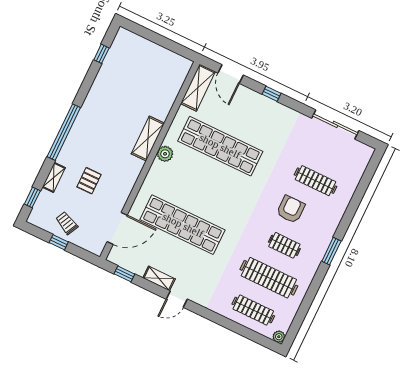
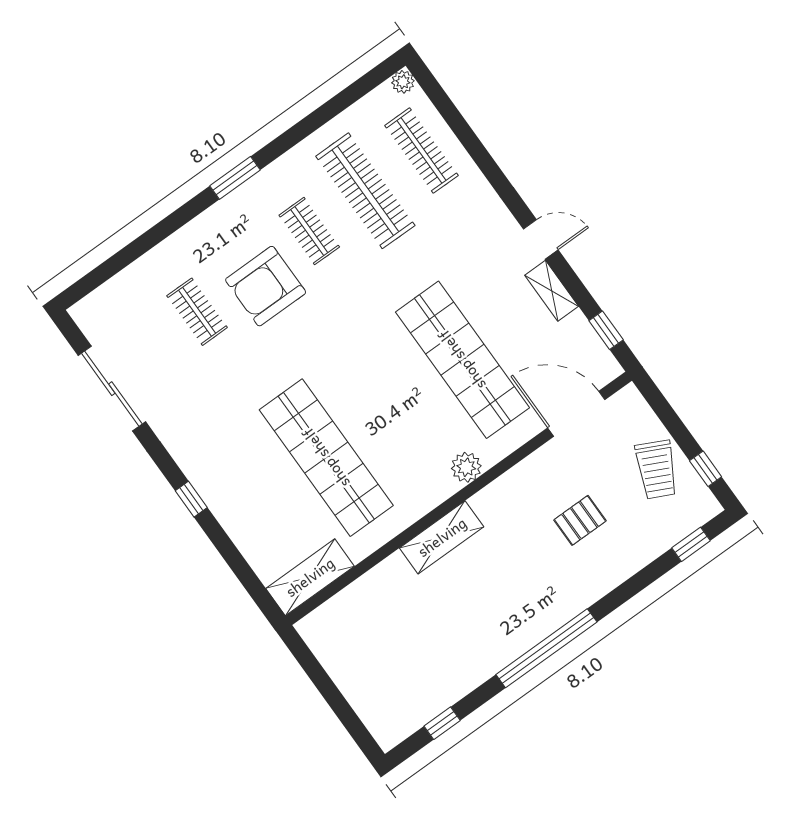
door: (231, 74) -> (242, 570), removed
window: (64, 132) -> (546, 648), moved
plant: (165, 154) -> (466, 467), moved
shelving: (54, 177) -> (637, 558), removed
clothes rail: (316, 181) -> (197, 312), width x0.73
armchair: (291, 209) -> (266, 286), width x1.36, depth x1.36
trolley: (67, 223) -> (657, 469), width x1.36, depth x1.39
window: (59, 242) -> (706, 469), moved

